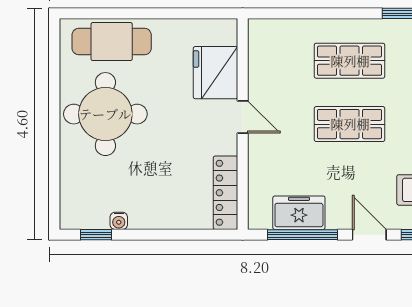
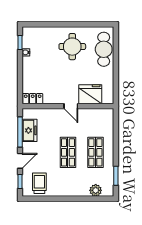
round table: (105, 114) -> (72, 47), width x0.73, depth x0.73
door: (243, 117) -> (71, 106), hinge flipped
locker: (226, 193) -> (33, 99), width x0.66

